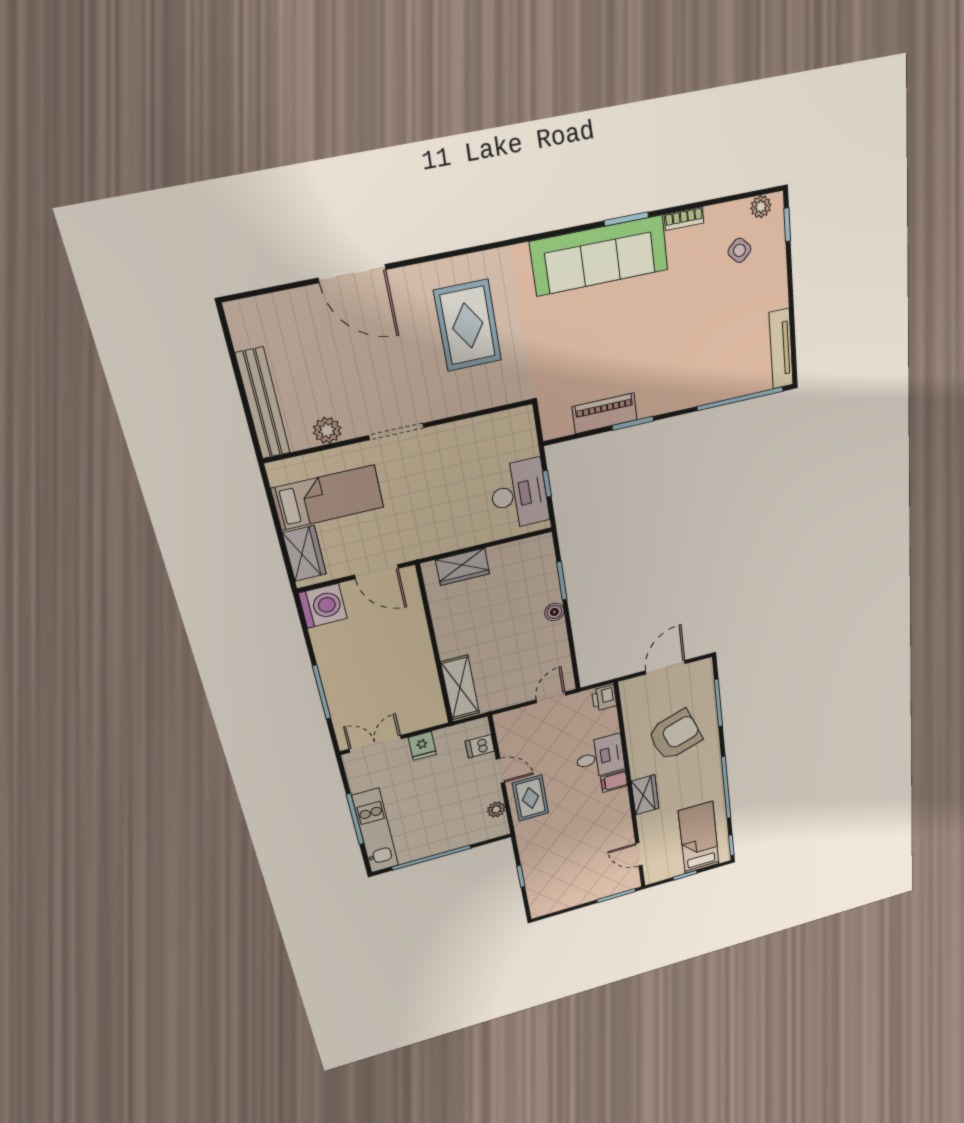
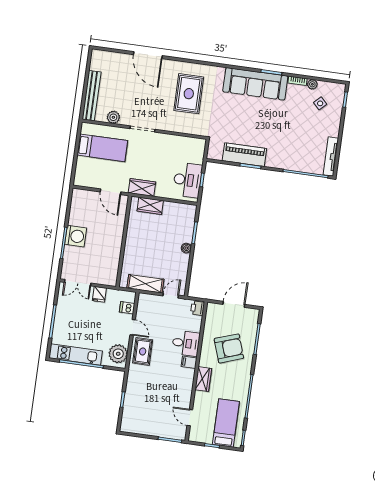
plant: (761, 207) -> (312, 84), moved
piano: (605, 413) -> (244, 155), width x1.37, depth x1.33
wardrobe: (304, 554) -> (142, 187), moved, turned -90
washing machine: (323, 606) -> (76, 236), moved
shelving: (460, 688) -> (145, 284), moved, turned 90
double door: (375, 744) -> (78, 283), swing flipped
plant: (496, 809) -> (118, 354), width x1.87, depth x1.87
kitchen unit: (375, 831) -> (76, 354), moved, turned -90

